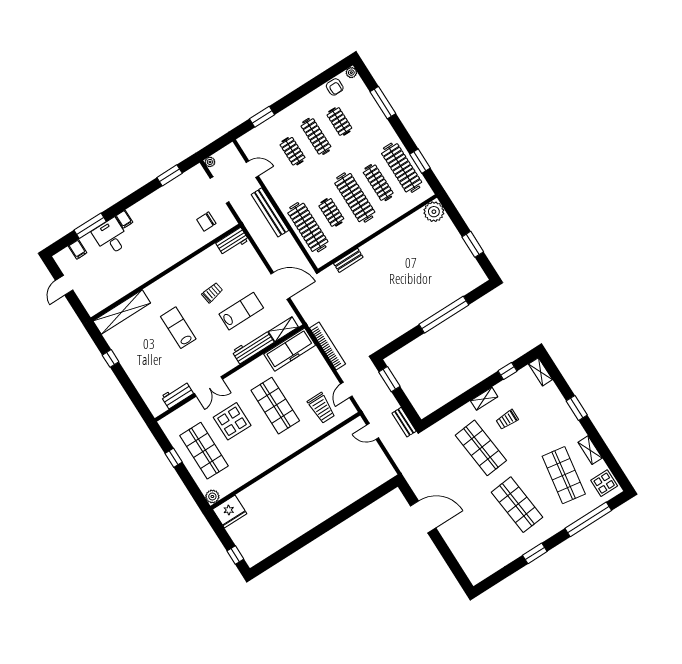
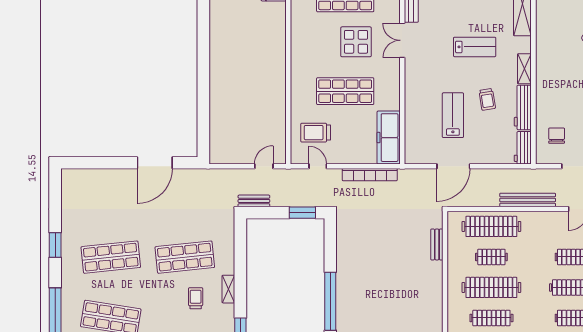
lab bench: (241, 311) -> (453, 115), turned 180
shelving: (283, 329) -> (524, 69), moved
workbench: (253, 347) -> (523, 107), moved, turned 180

